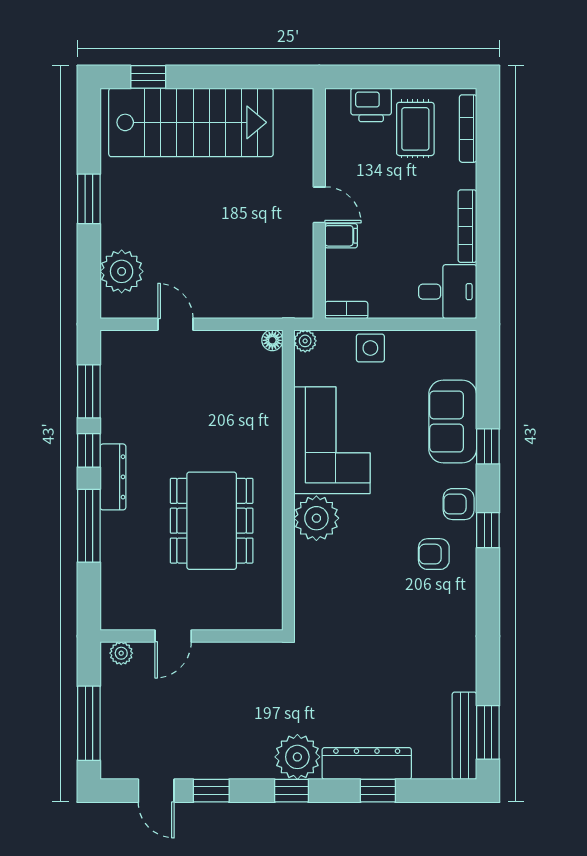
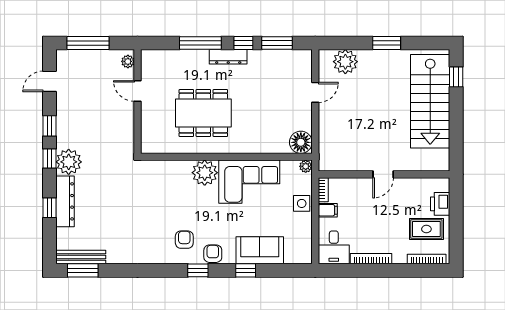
filing cabinet: (341, 236) -> (328, 210), moved, turned -90
floor lamp: (272, 340) -> (301, 142), width x1.89, depth x1.89
window: (211, 791) -> (50, 126), moved

